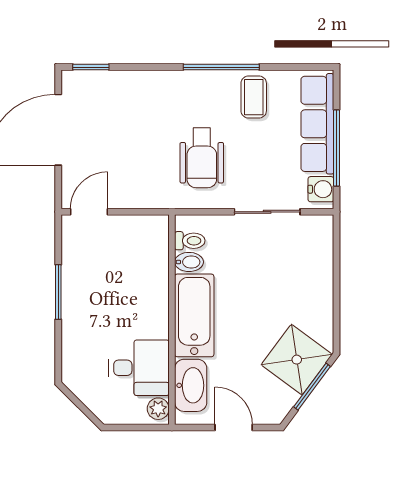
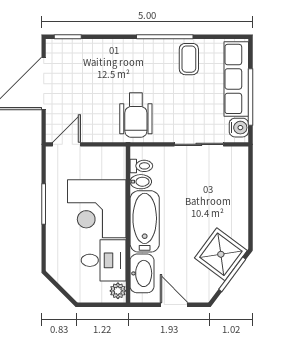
wheelchair: (202, 158) -> (136, 115), moved
corner desk: (130, 298) -> (97, 209), added

